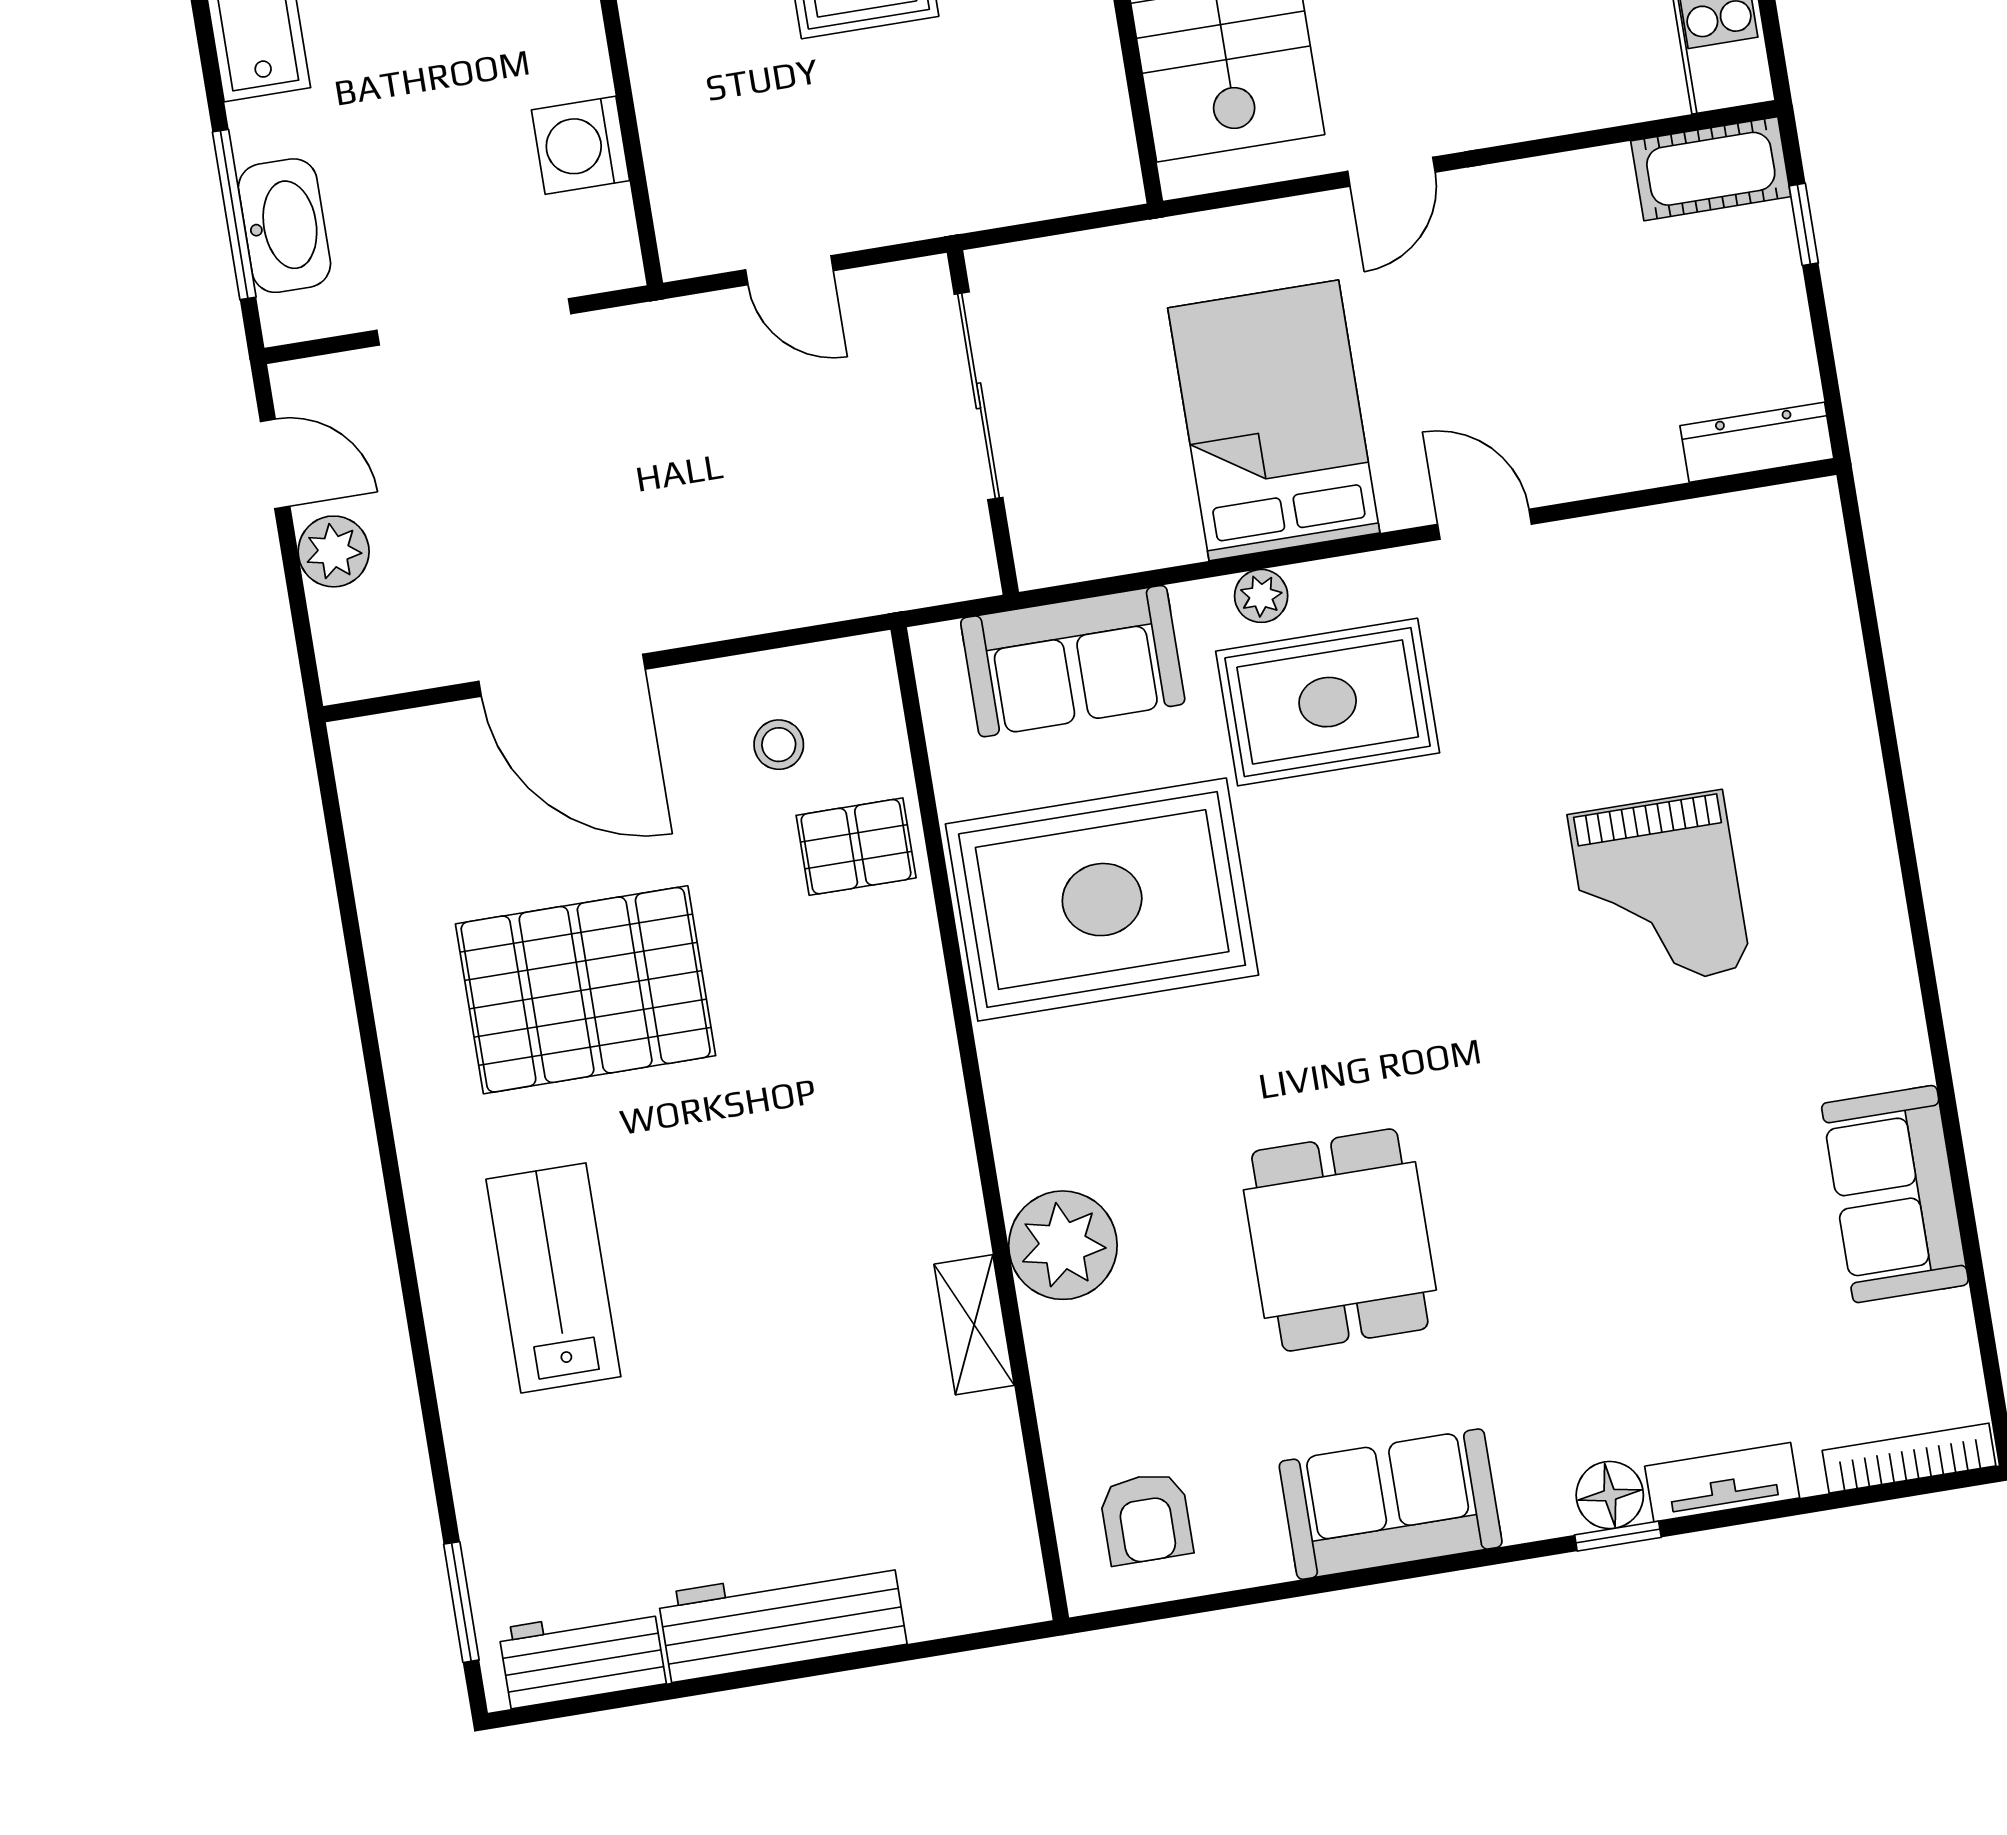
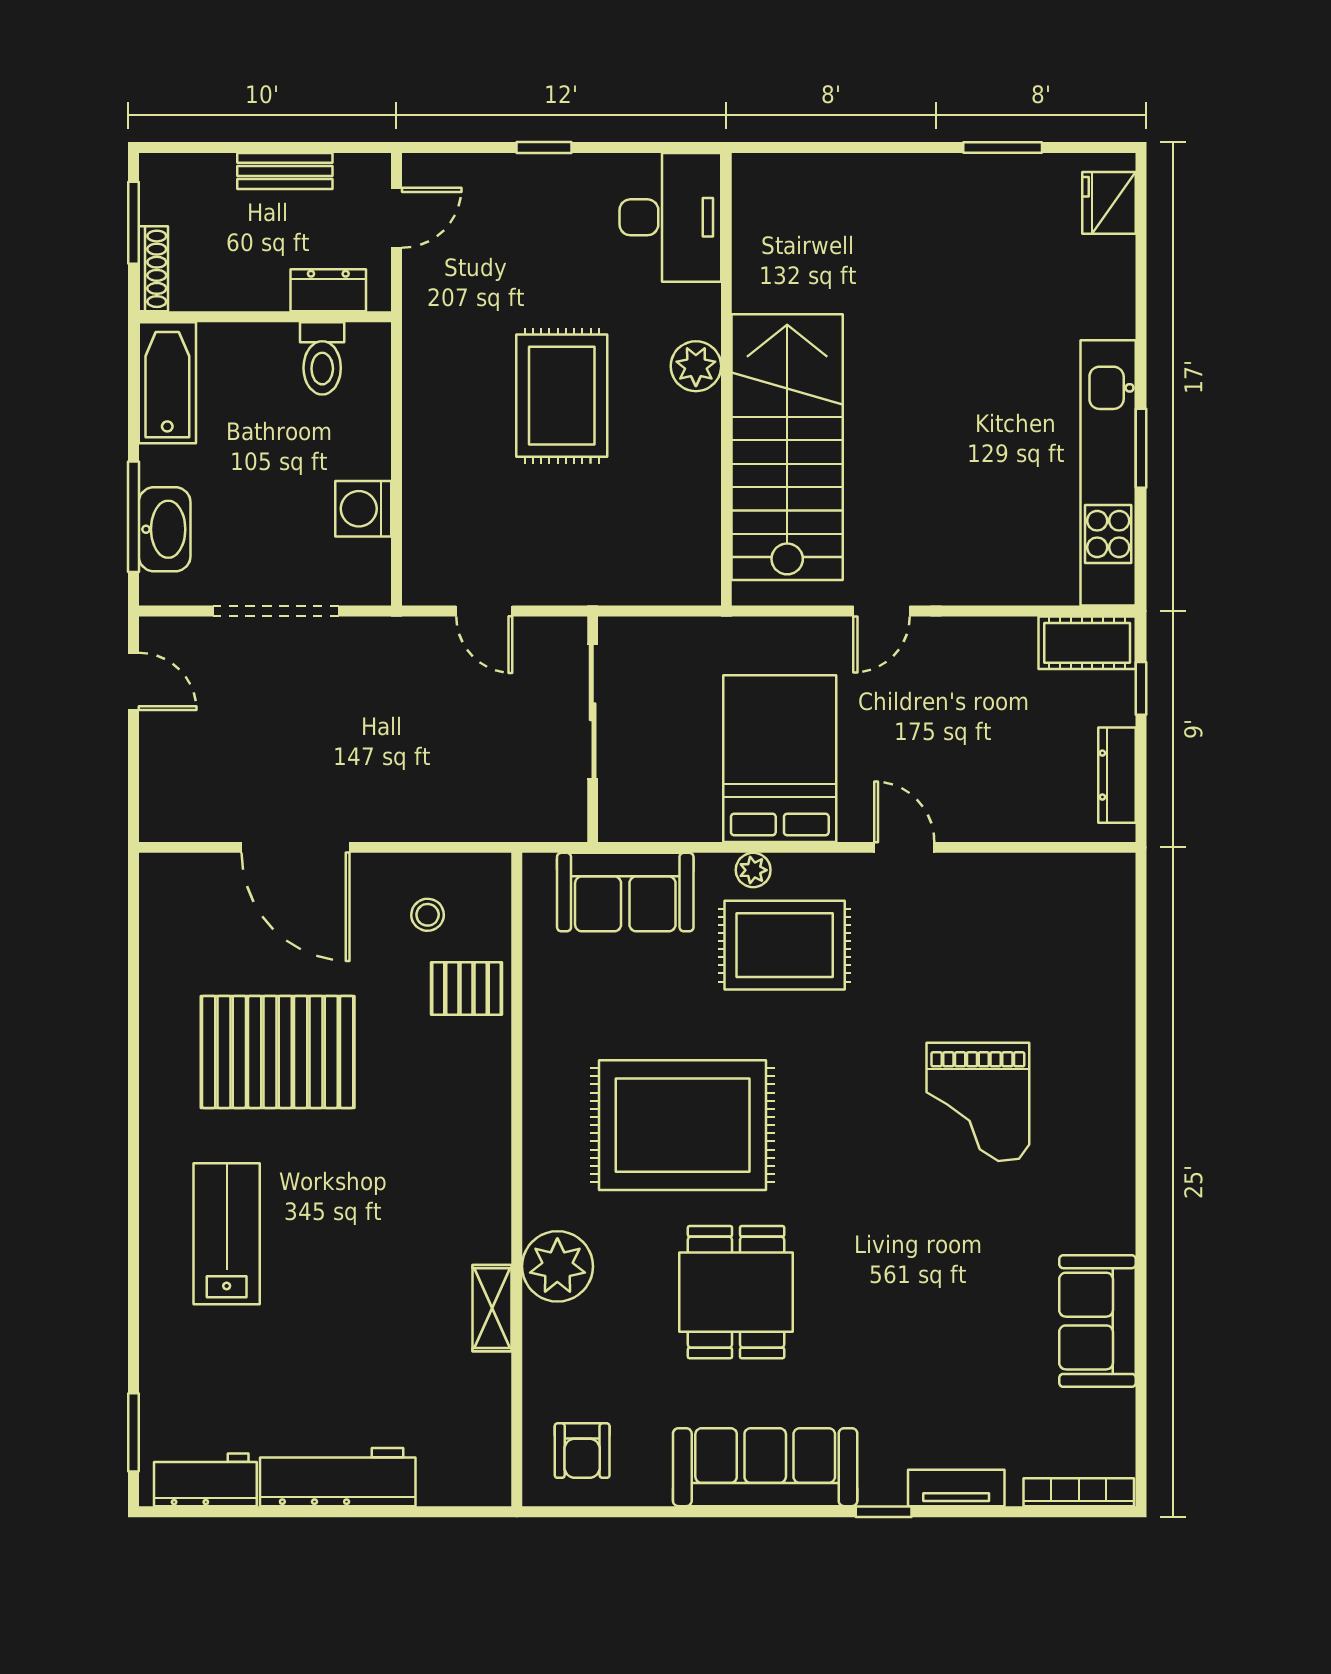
dresser: (1757, 442) -> (1117, 775), moved, turned -90
plant: (334, 551) -> (162, 744), removed
rug: (1102, 900) -> (683, 1125), moved
floor lamp: (1610, 1495) -> (883, 1484), removed
sofa: (1391, 1504) -> (765, 1467), width x1.36

